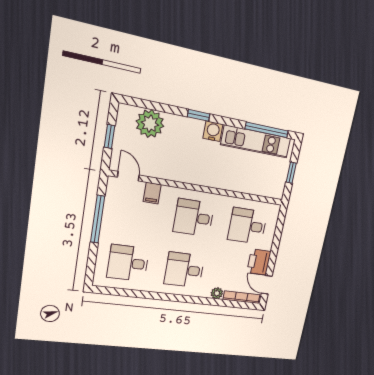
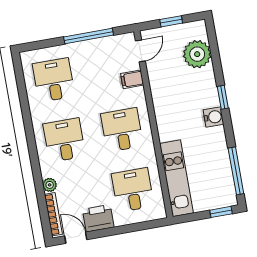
kitchen unit: (256, 142) -> (177, 178), moved, turned 180
window: (291, 173) -> (221, 212), moved
door: (267, 285) -> (76, 238), hinge flipped

